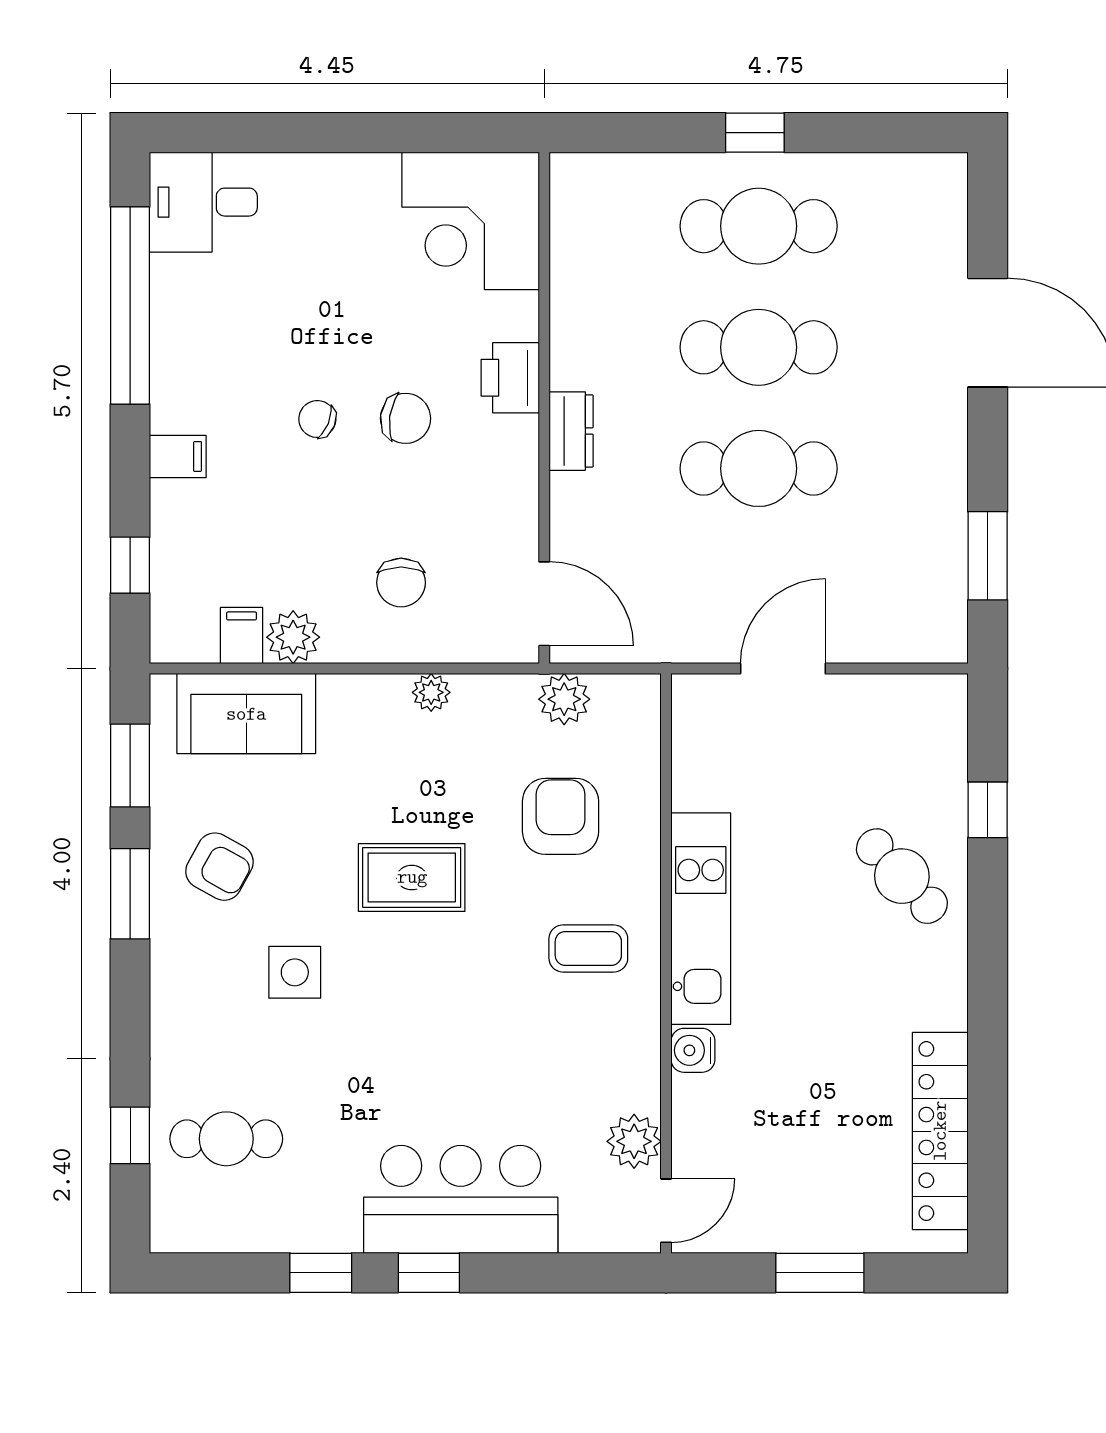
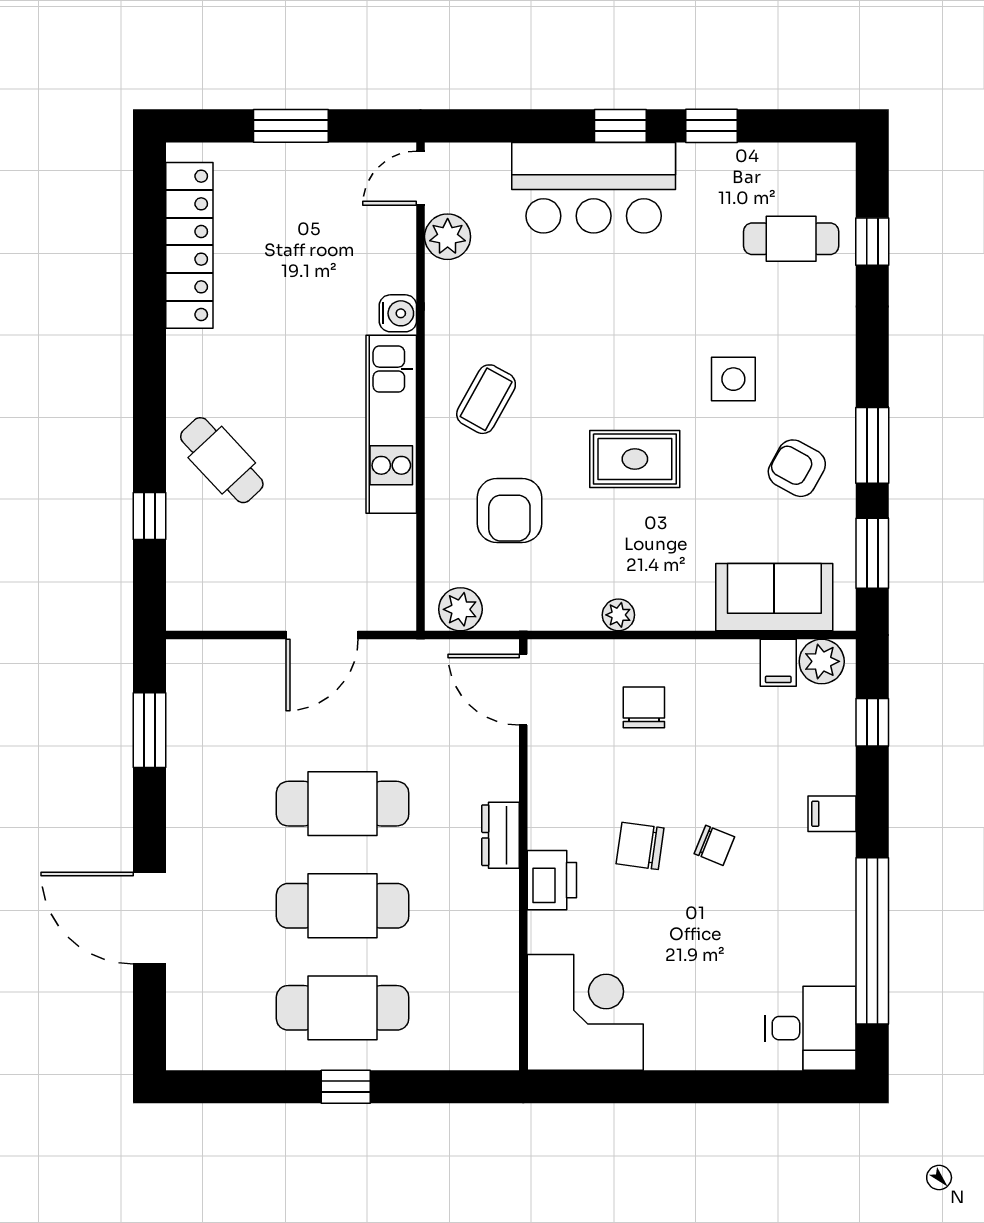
plant: (293, 637) -> (822, 661), moved
plant: (564, 699) -> (460, 609), moved
coffee table: (588, 948) -> (486, 399), turned -61

